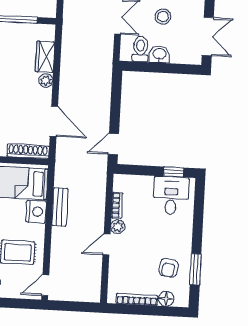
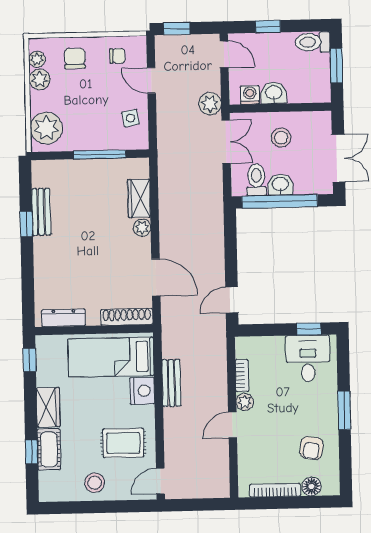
window: (158, 68) -> (280, 201), added
window: (196, 269) -> (344, 410), moved

